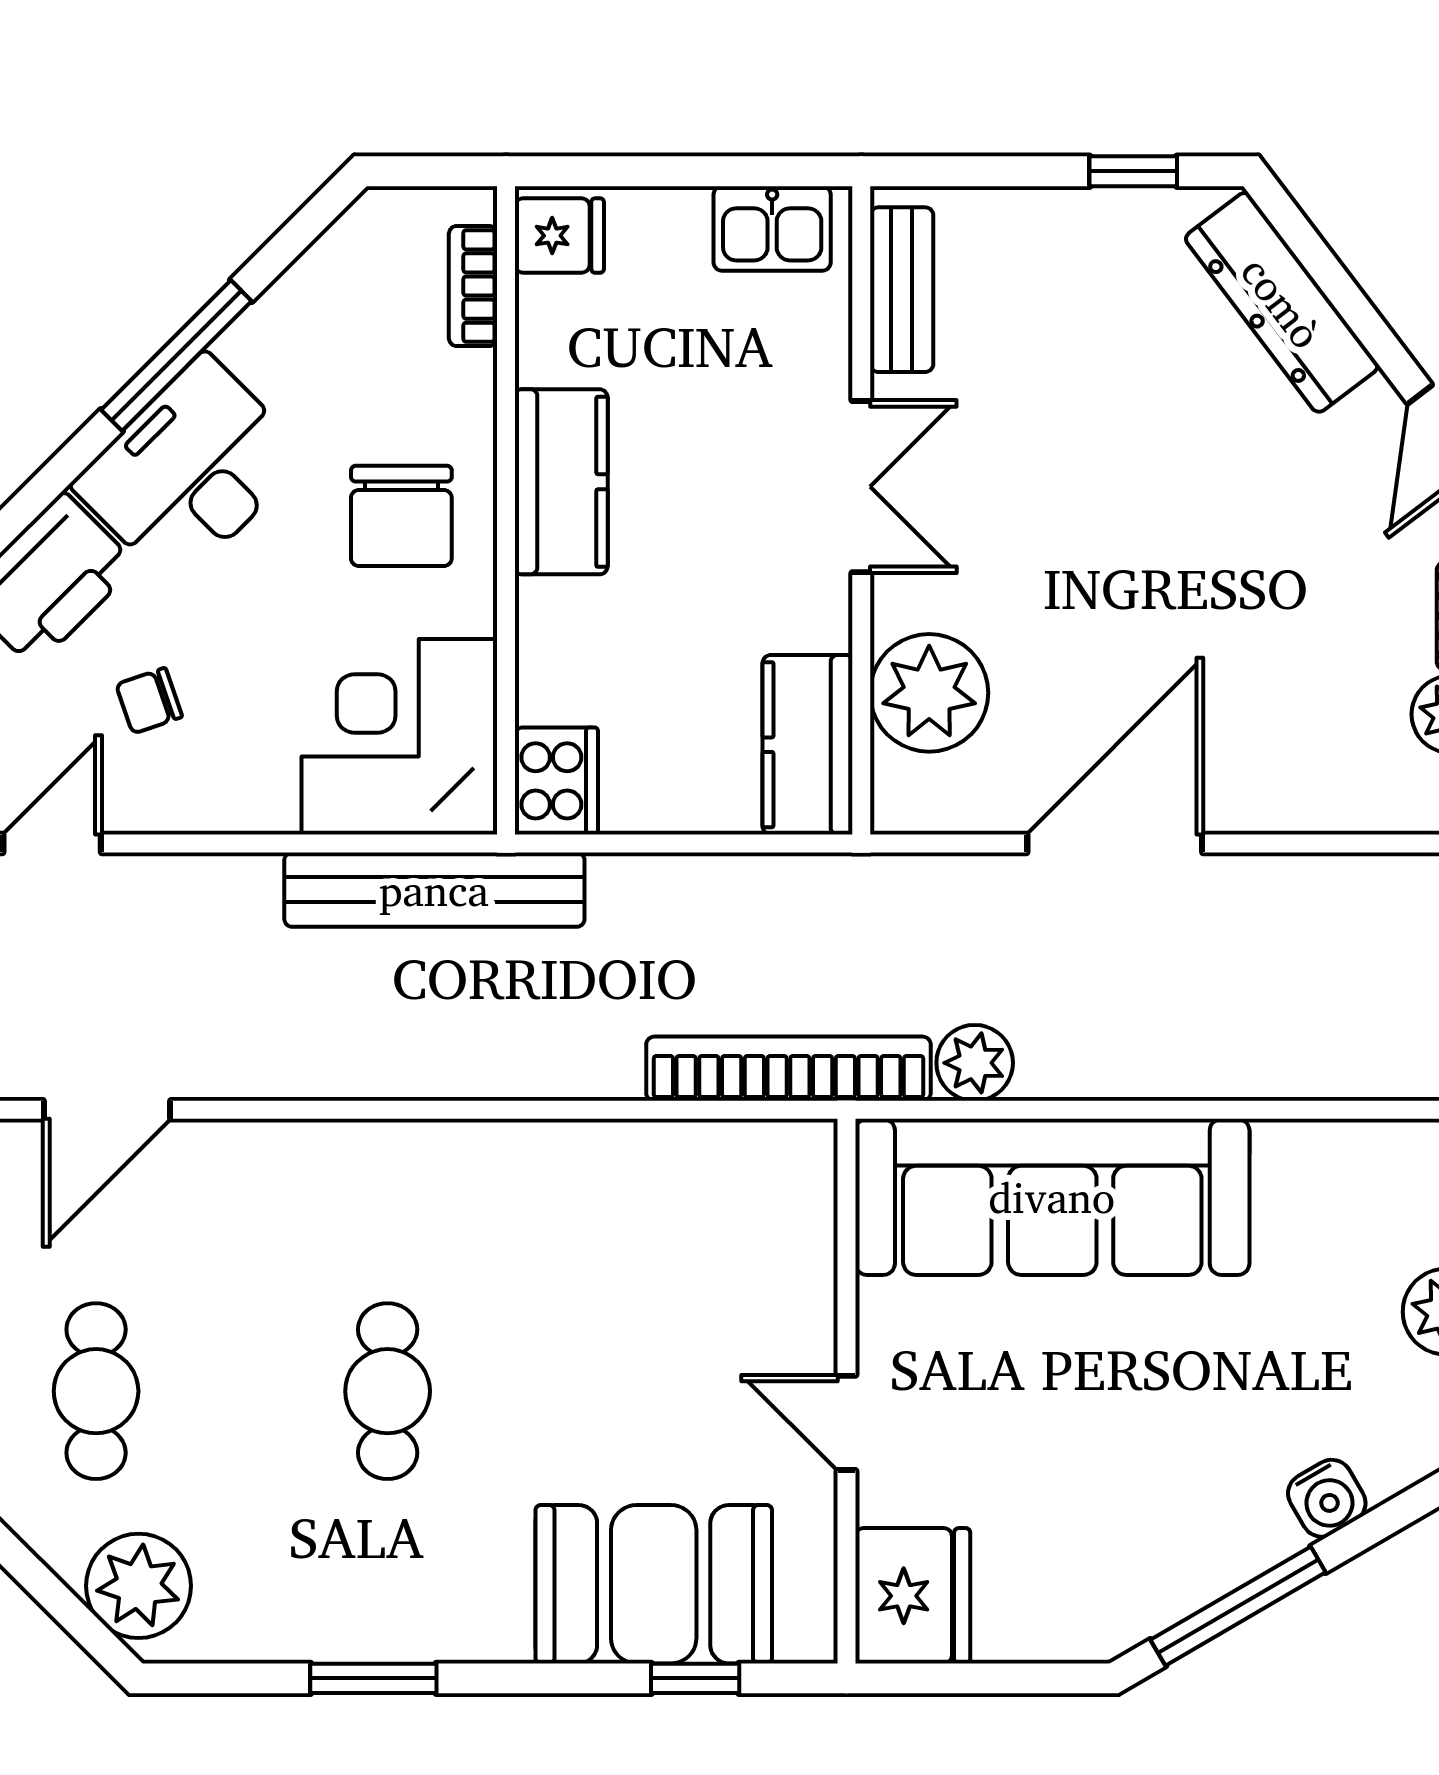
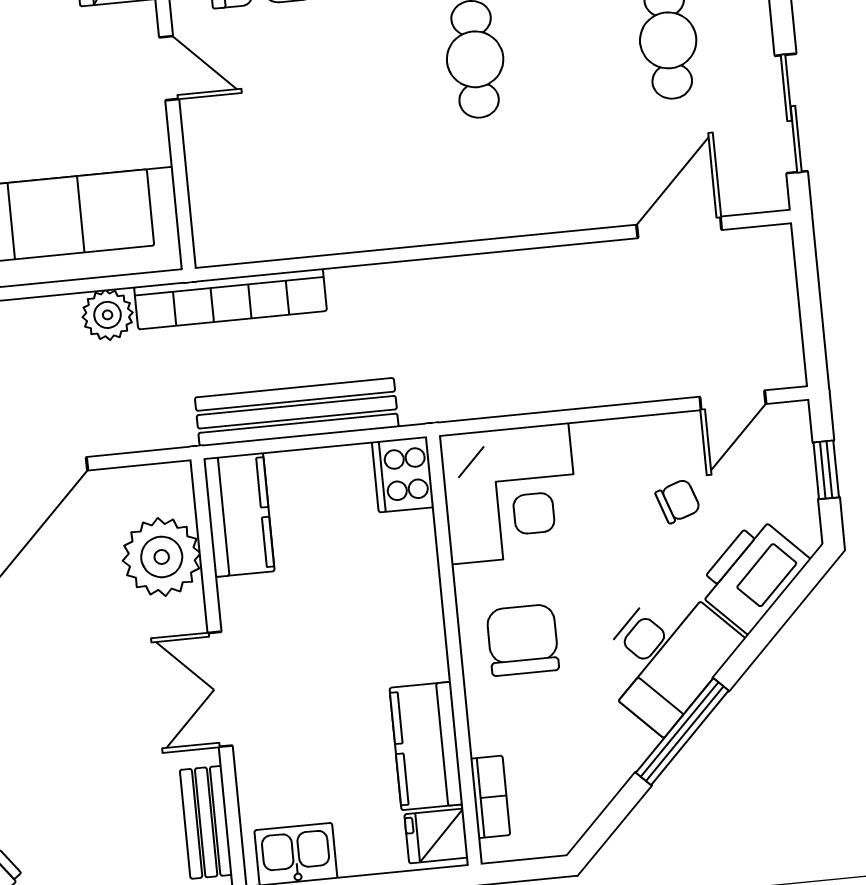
kitchen counter: (561, 482) -> (426, 746), moved
bench: (434, 890) -> (297, 412), moved

